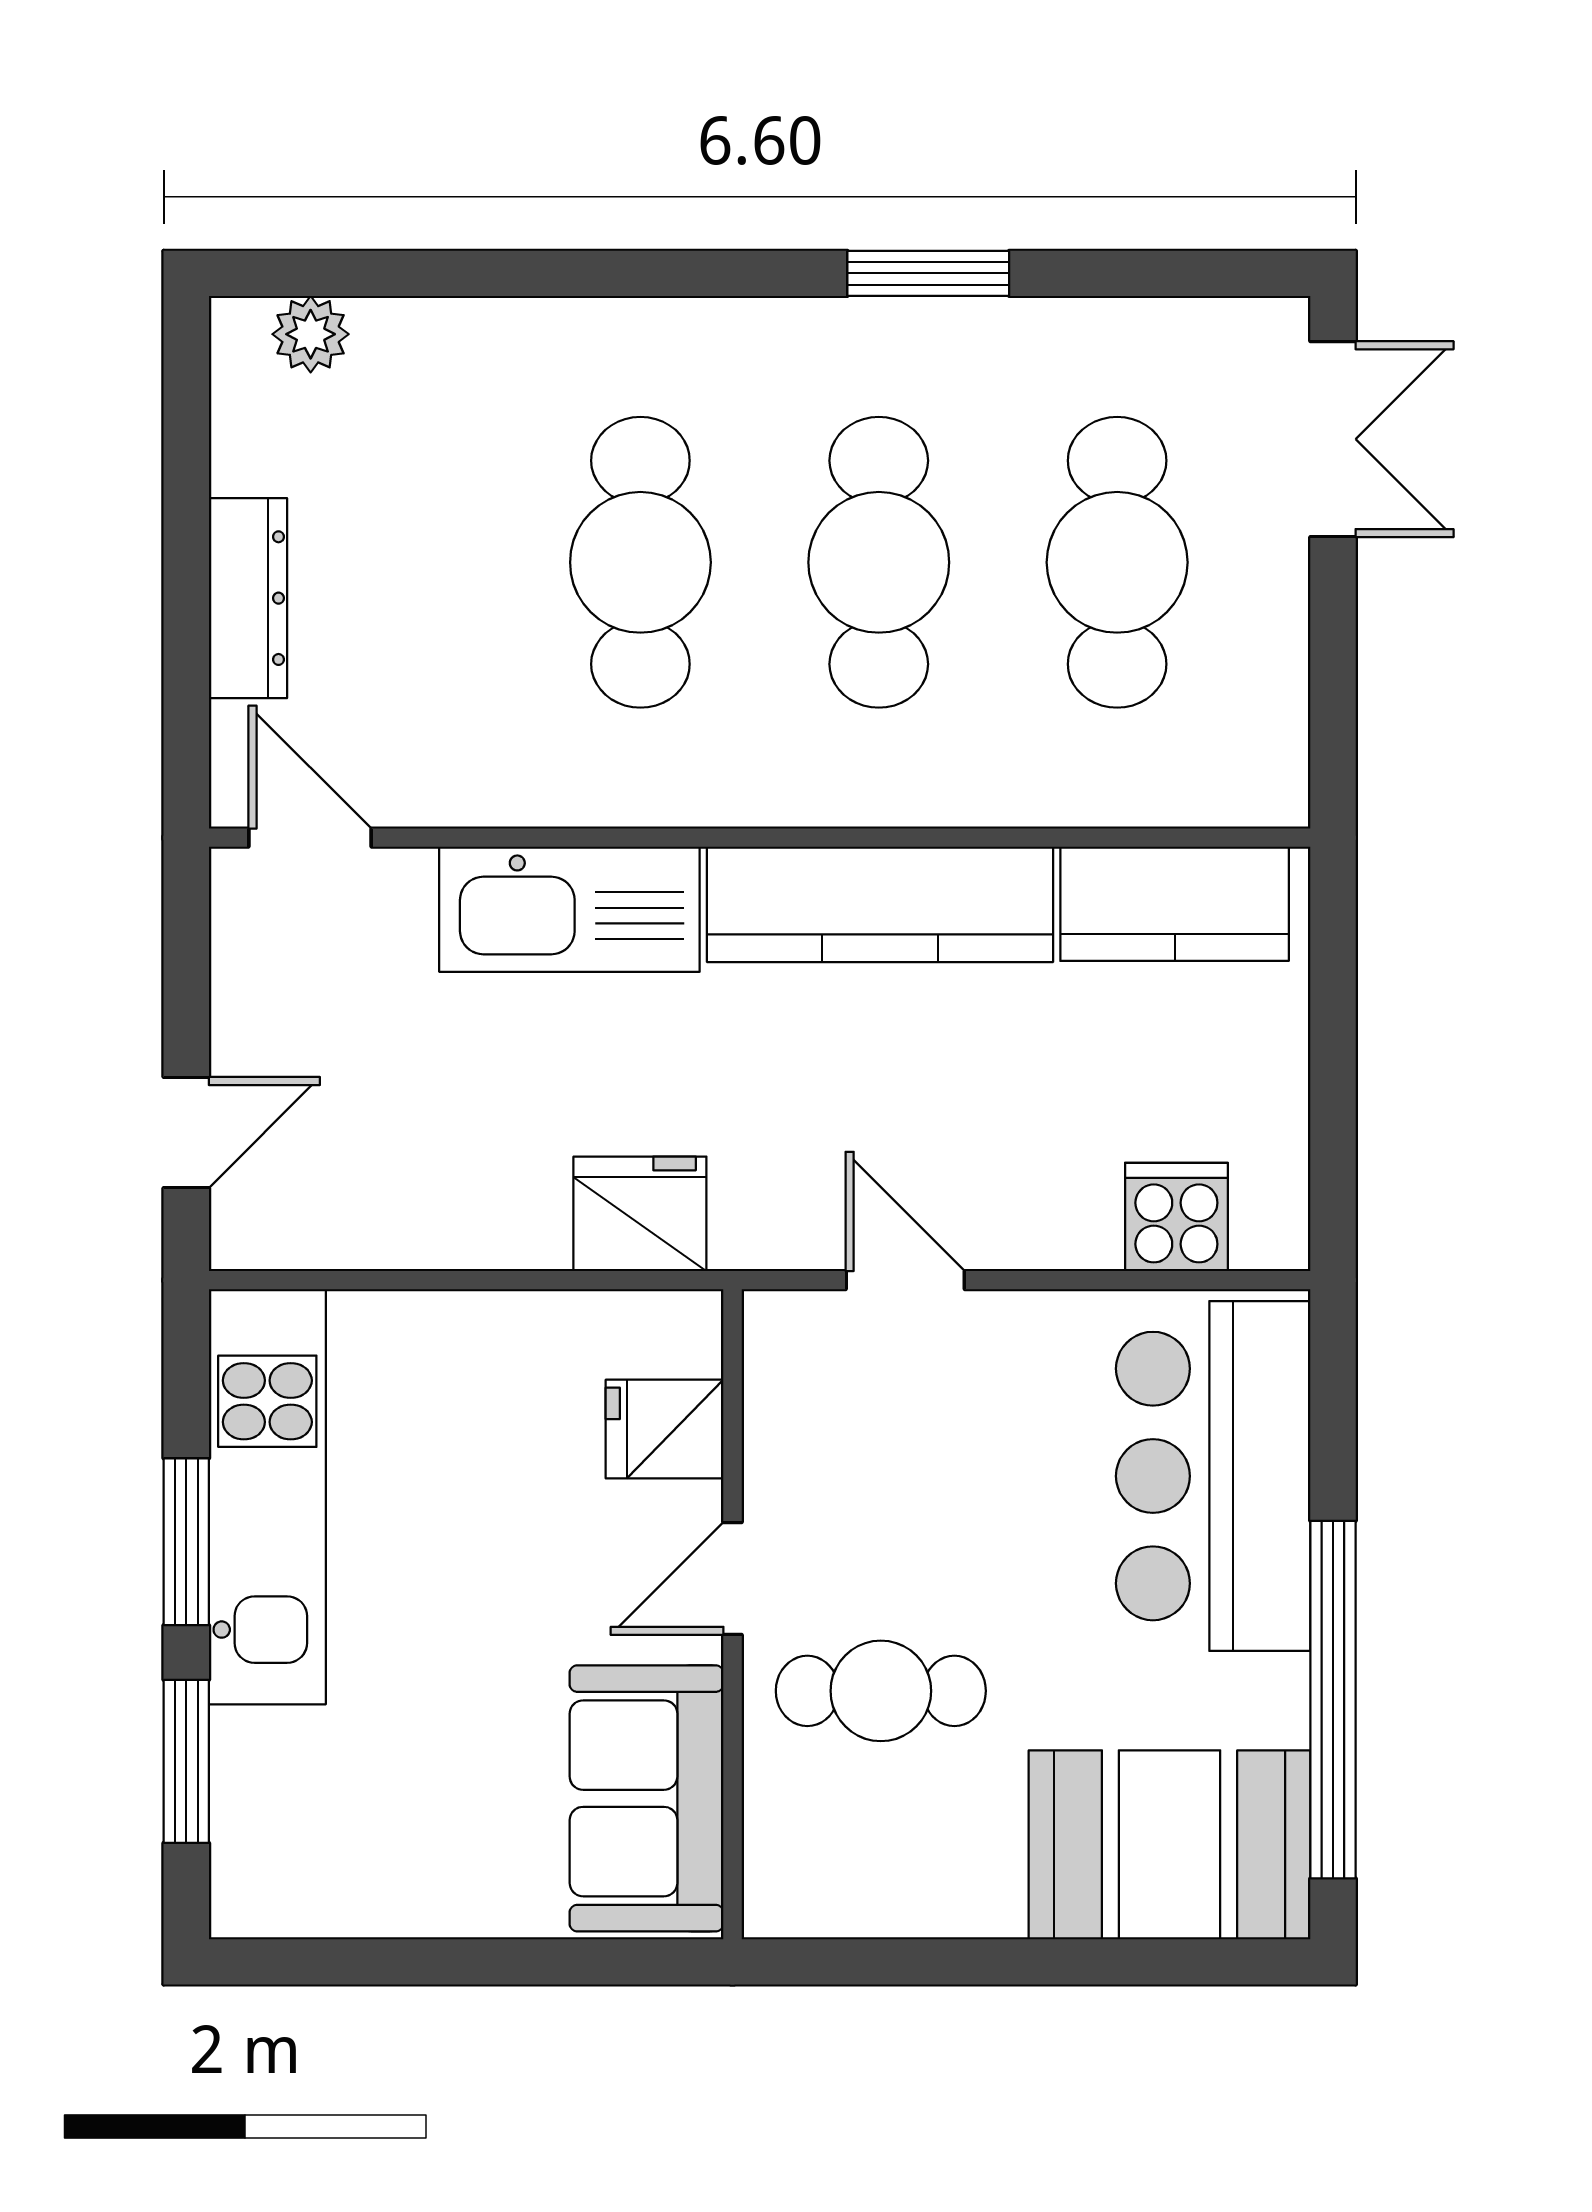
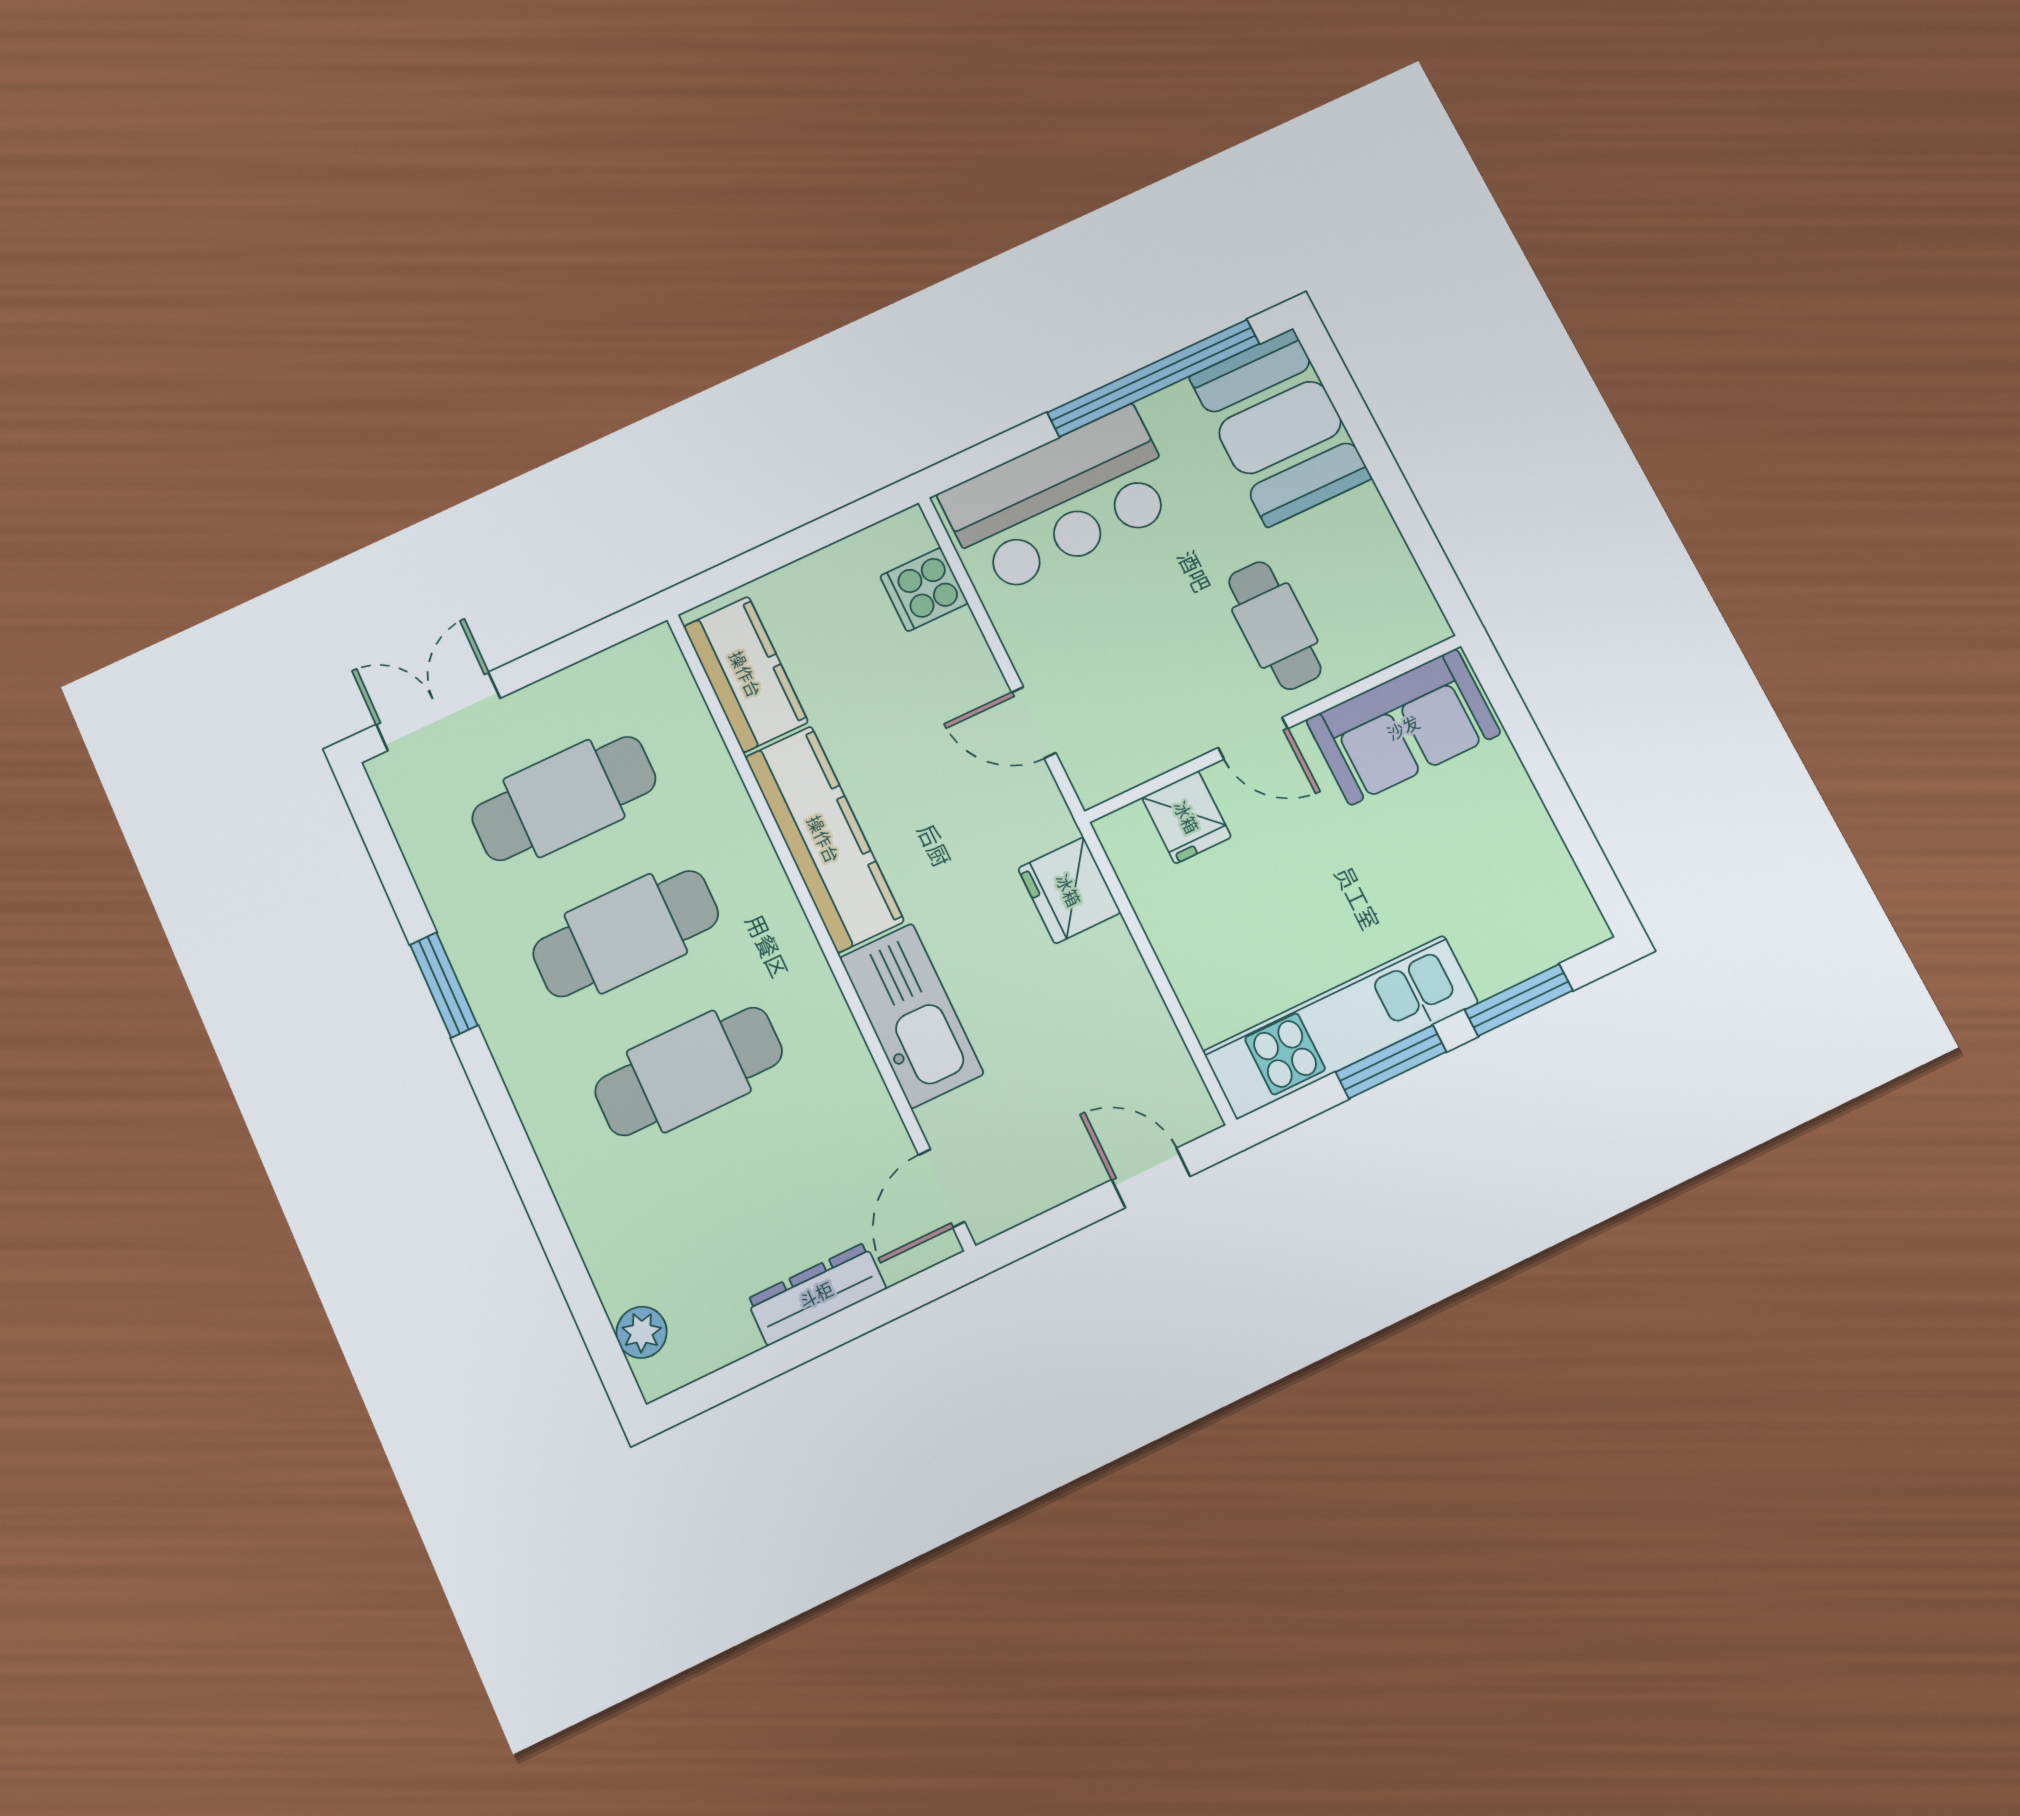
door: (905, 1280) -> (1034, 723), hinge flipped

